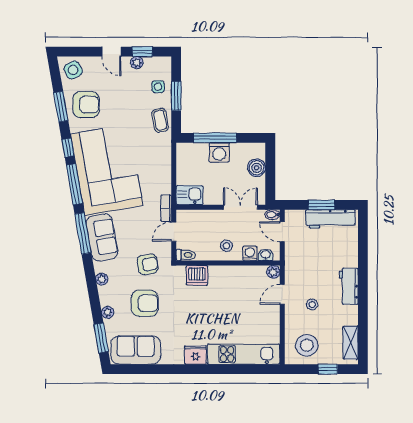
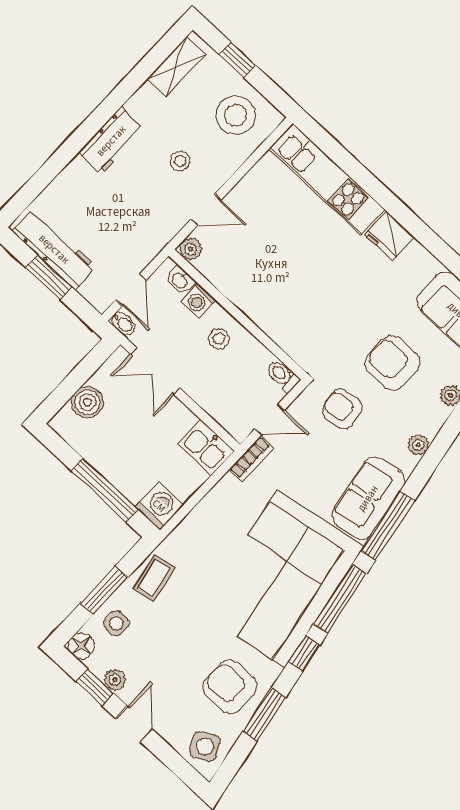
floor lamp: (164, 64) -> (81, 646), added
washing machine: (219, 152) -> (159, 506), moved
dishwasher: (197, 275) -> (292, 336), removed

